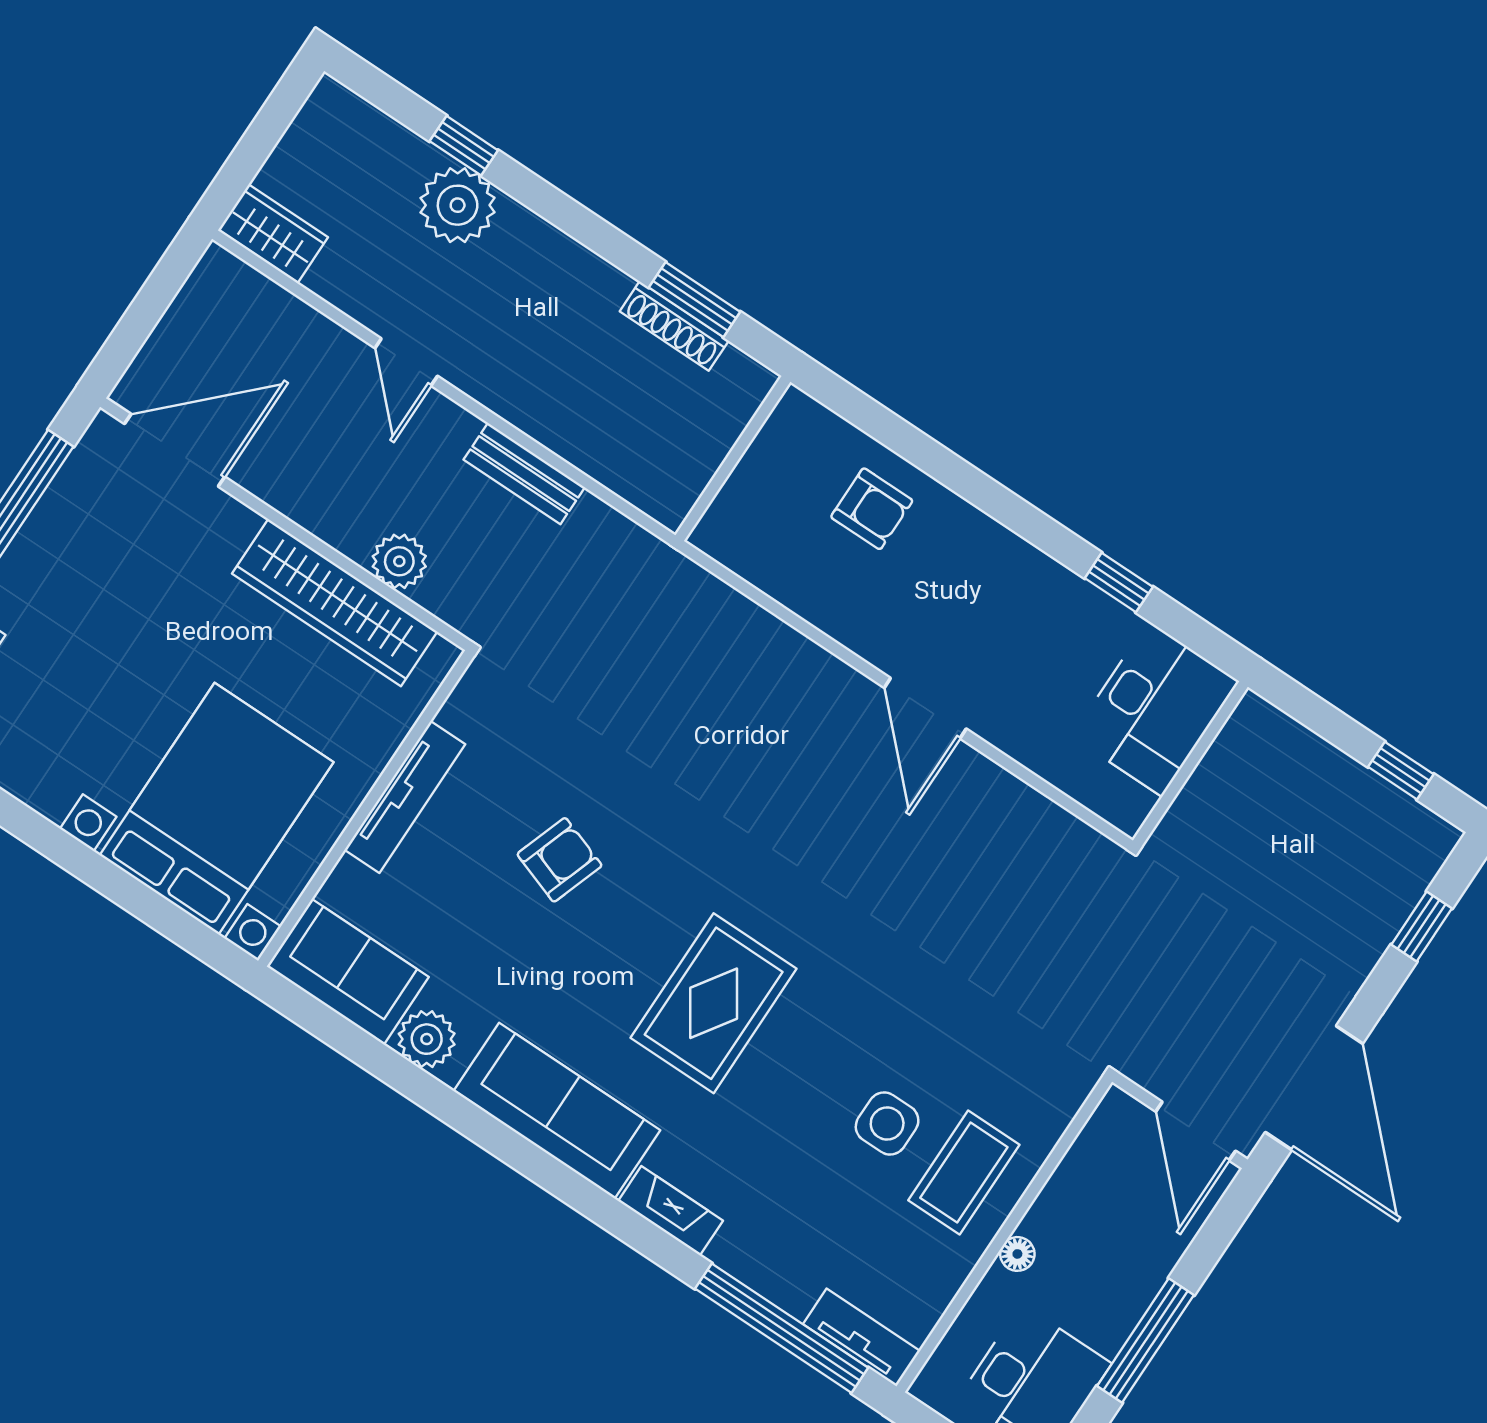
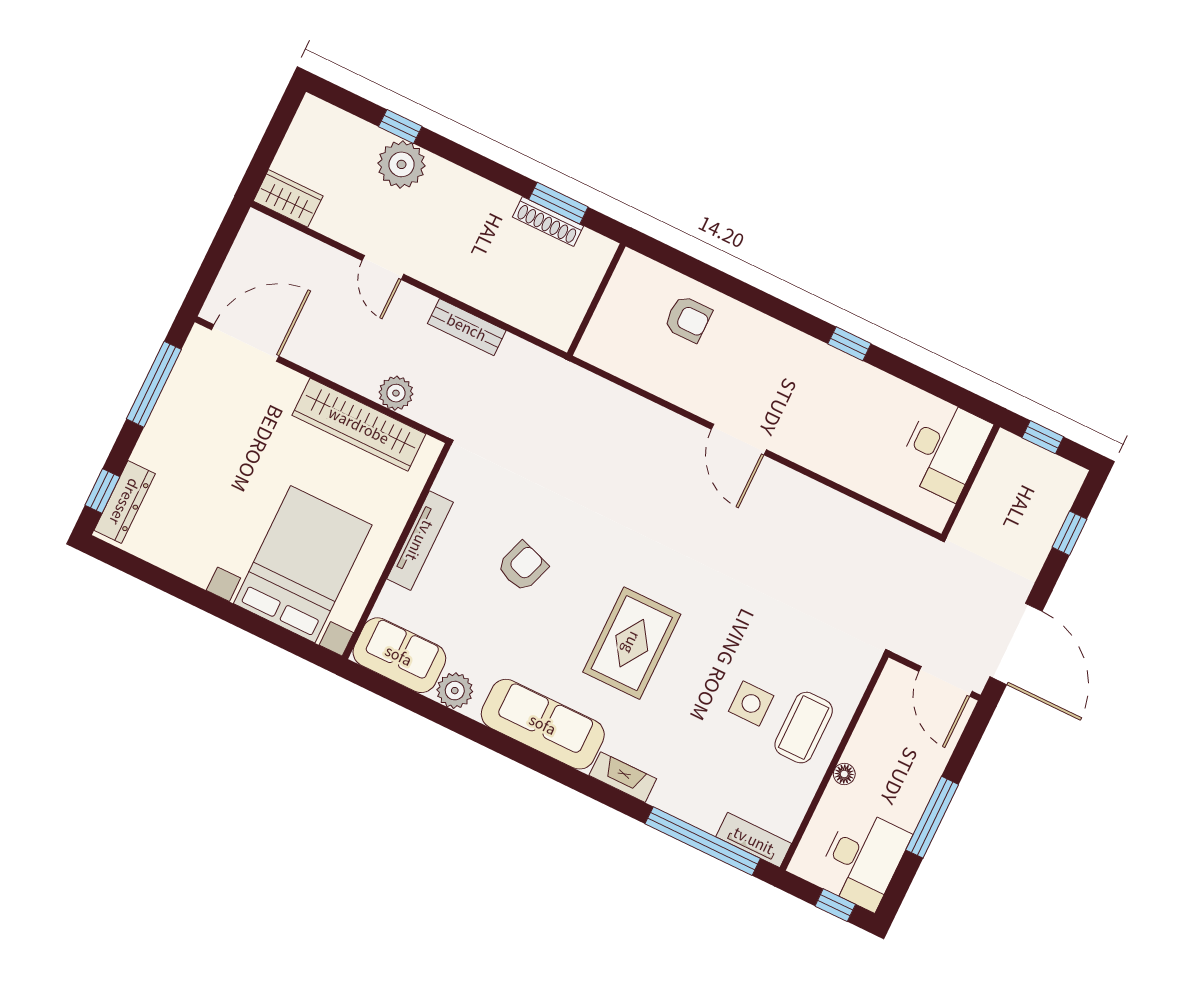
desk: (1155, 709) -> (944, 449), moved
wall: (1190, 764) -> (971, 480), moved

